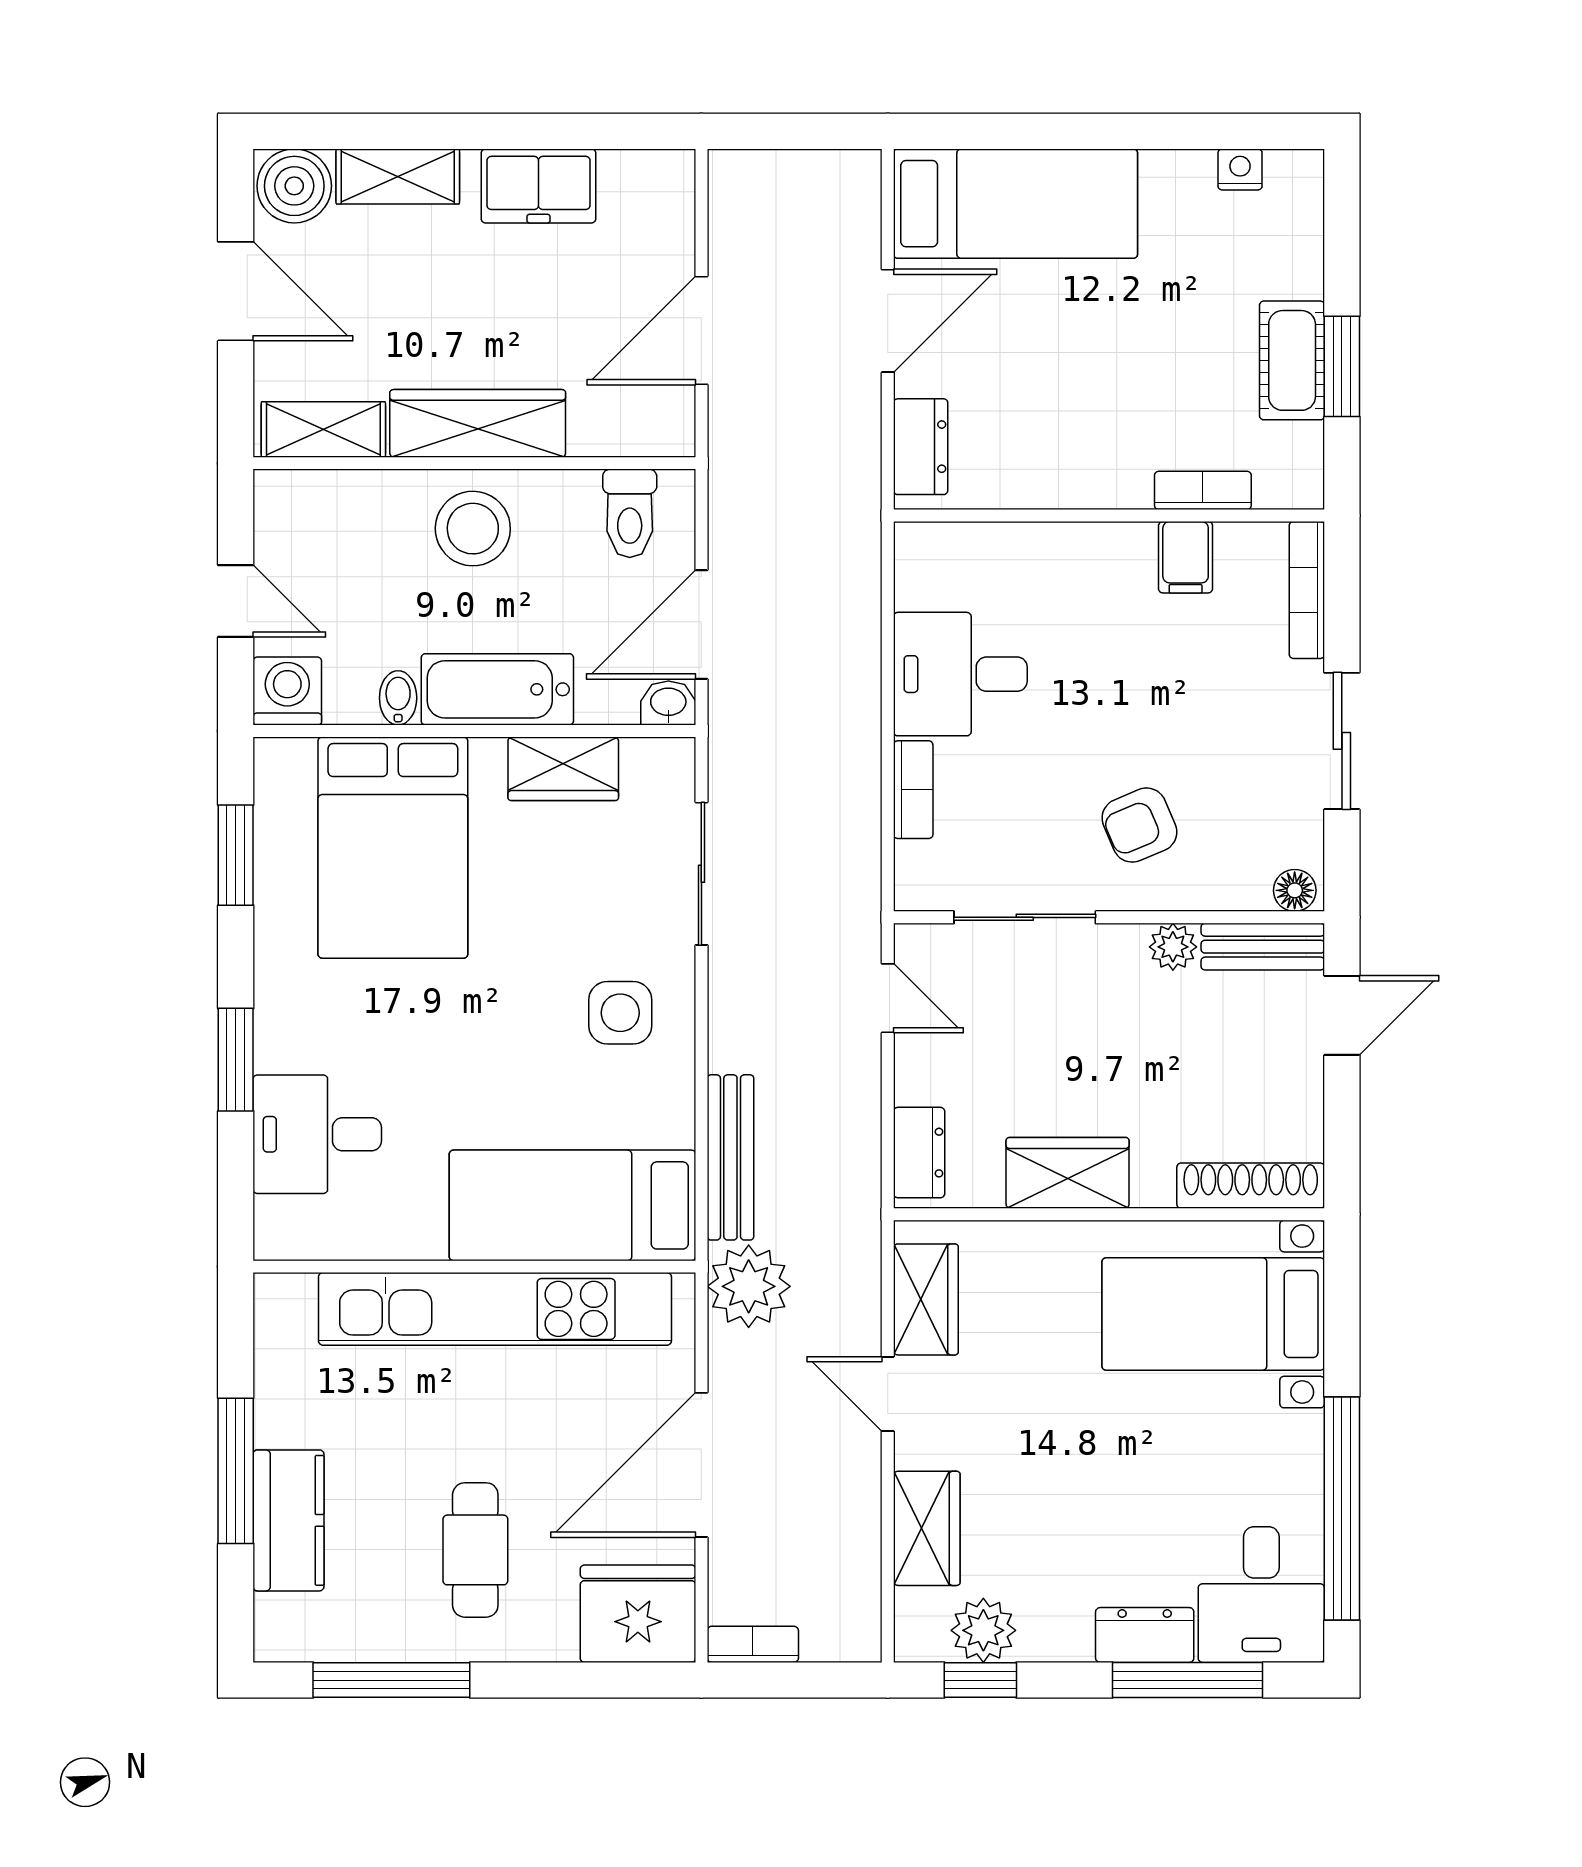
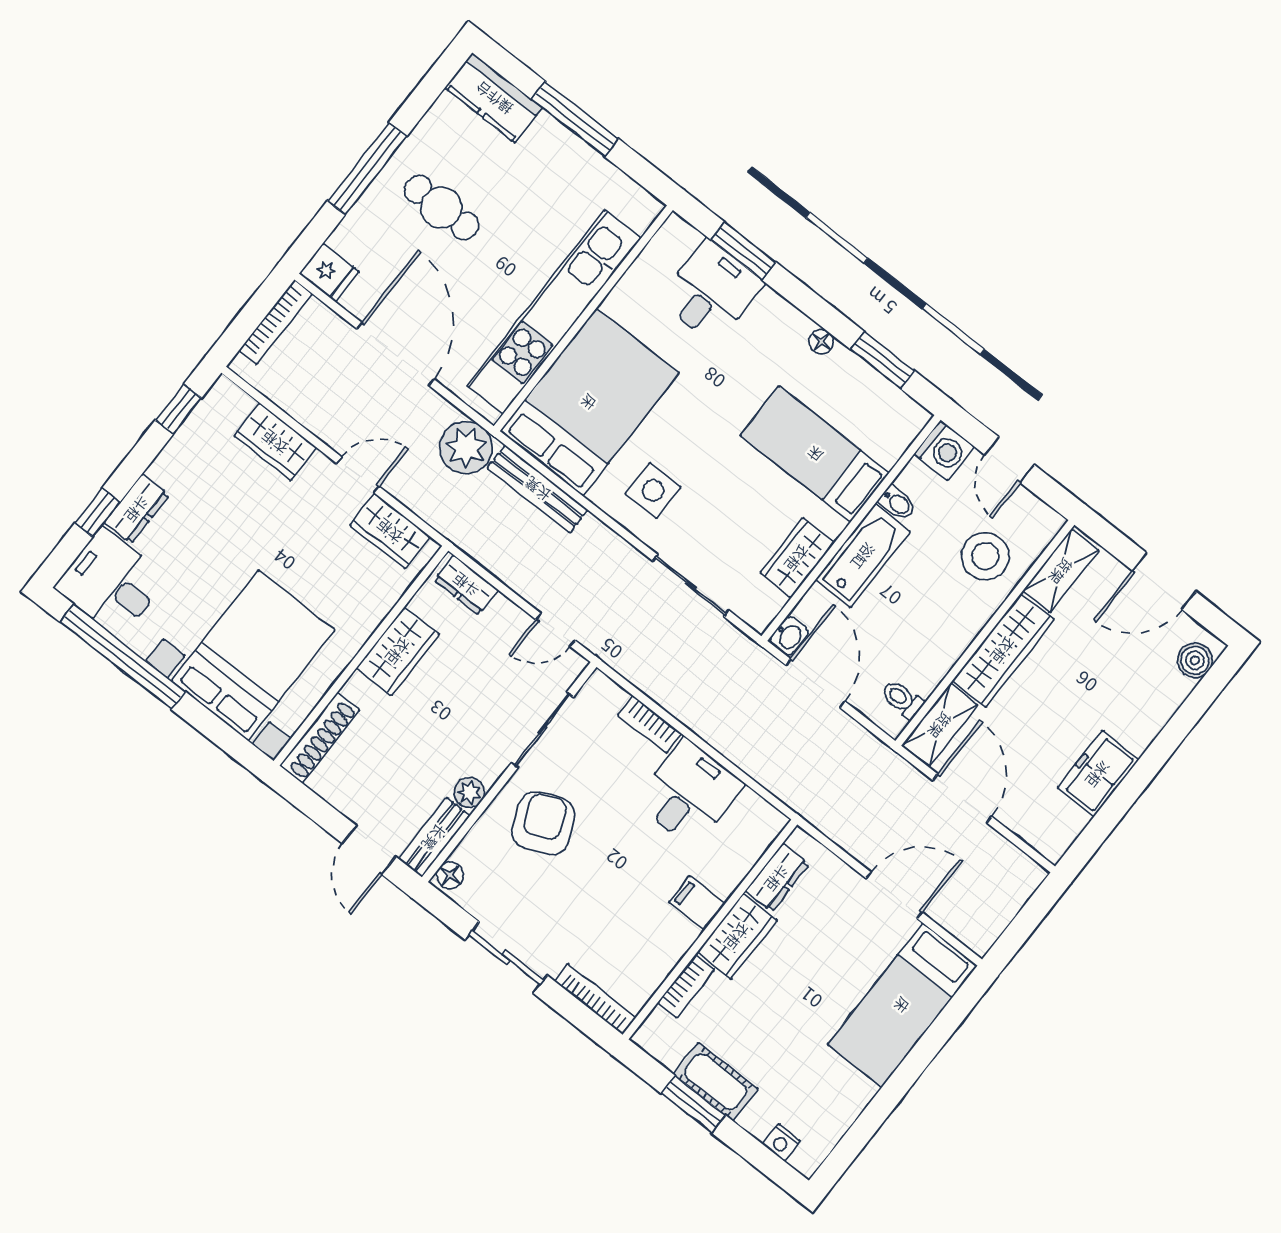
nightstand: (1240, 169) -> (781, 1143), moved, turned 90
shelving: (398, 176) -> (940, 725), moved
boiler: (294, 186) -> (1195, 660), width x0.73, depth x0.73
door: (888, 321) -> (894, 895), swing flipped
dresser: (921, 447) -> (777, 878), moved, turned -90
wardrobe: (1091, 476) -> (737, 936), added
toilet: (630, 513) -> (902, 699), width x0.73, depth x0.72
stool: (473, 529) -> (985, 556), moved
filing cabinet: (1186, 557) -> (697, 903), moved
door: (236, 601) -> (1009, 460), hinge flipped
armchair: (1139, 825) -> (543, 823), width x1.38, depth x1.38
bed: (393, 848) -> (815, 454), width x0.67
floor lamp: (272, 949) -> (821, 342), added
window: (236, 1060) -> (743, 251), moved
bed: (572, 1205) -> (589, 402), width x1.50
bed with nightstands: (1213, 1314) -> (253, 655), width x1.36
kitchen counter: (288, 1520) -> (494, 98), moved
fridge: (638, 1614) -> (329, 273), width x0.53, depth x0.75
plant: (983, 1630) -> (202, 430), removed
bookcase: (753, 1644) -> (276, 322), width x1.56
window: (391, 1680) -> (367, 169), moved
window: (1188, 1680) -> (97, 513), width x0.46

